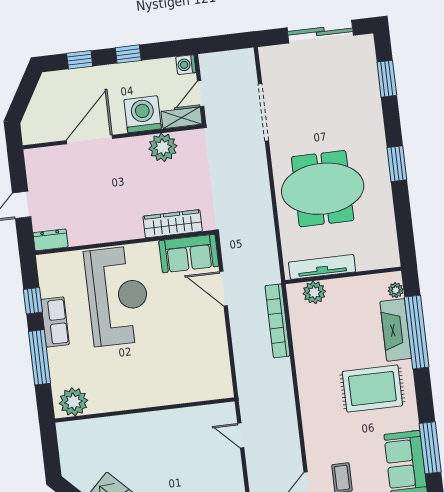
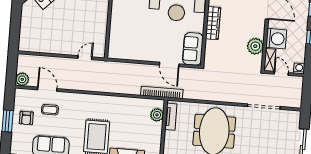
wardrobe: (173, 224) -> (213, 23), moved
tv unit: (322, 267) -> (171, 117), width x0.71
door: (223, 289) -> (169, 64), swing flipped
bookcase: (278, 321) -> (162, 92), moved

